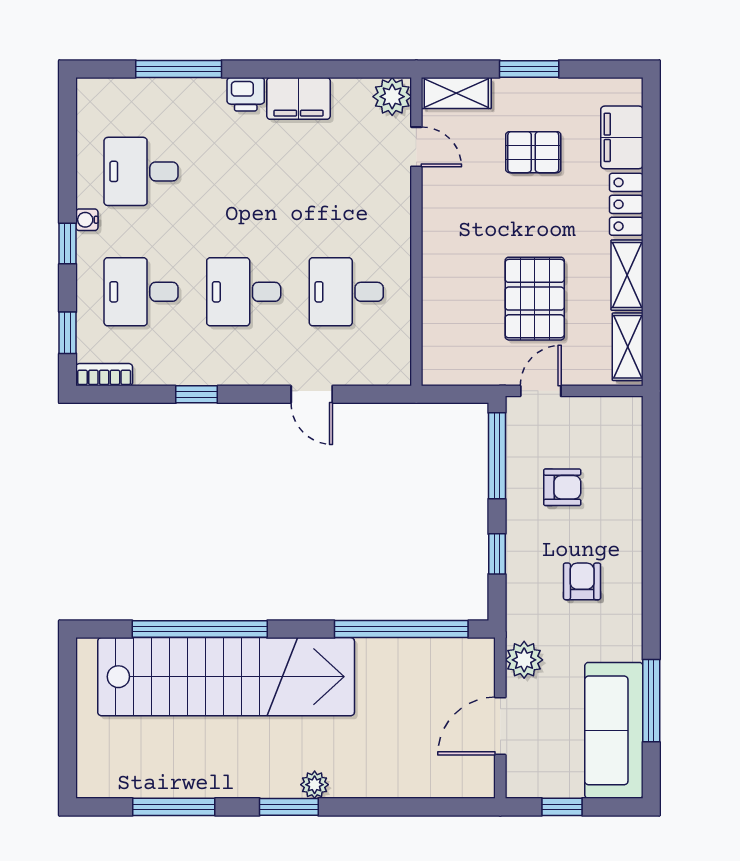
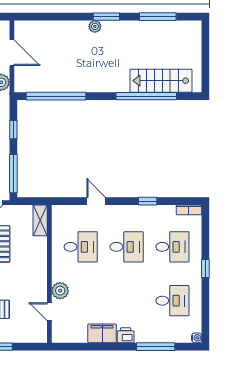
shelving: (456, 93) -> (40, 220), moved, turned 90
plant: (392, 97) -> (60, 291), moved
water cooler: (87, 220) -> (197, 338), moved
window: (68, 333) -> (205, 229), removed
stairs: (226, 677) -> (161, 81), width x0.54, depth x0.66
door: (500, 726) -> (12, 53), hinge flipped

